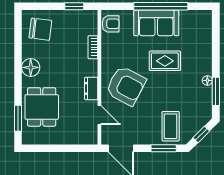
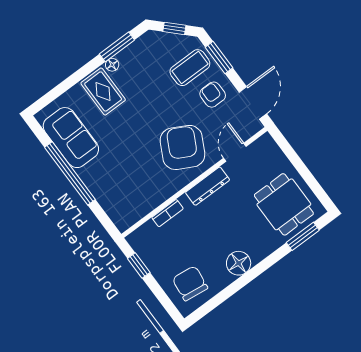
sofa: (156, 23) -> (71, 138), moved
armchair: (111, 24) -> (213, 95), moved
rug: (165, 61) -> (103, 91), moved
dresser: (91, 88) -> (208, 186), width x1.44
dining table: (42, 107) -> (284, 204), moved, turned 90

